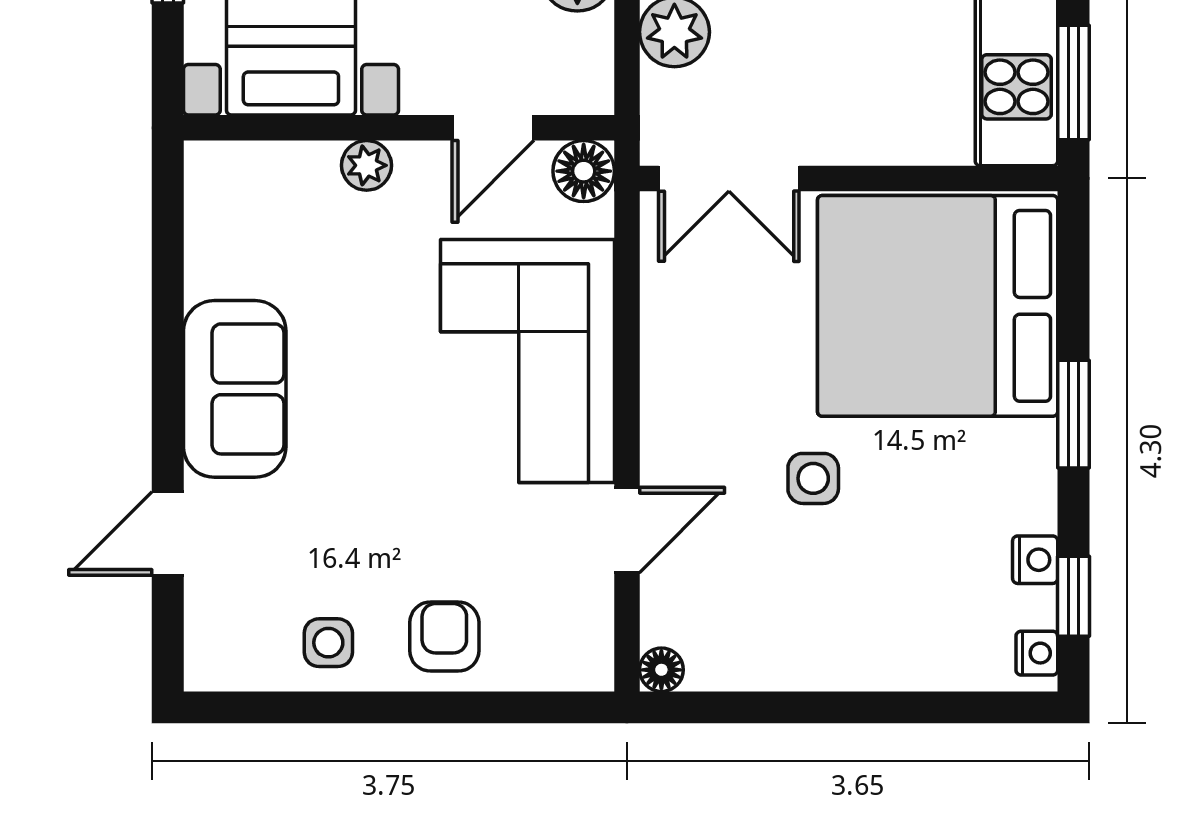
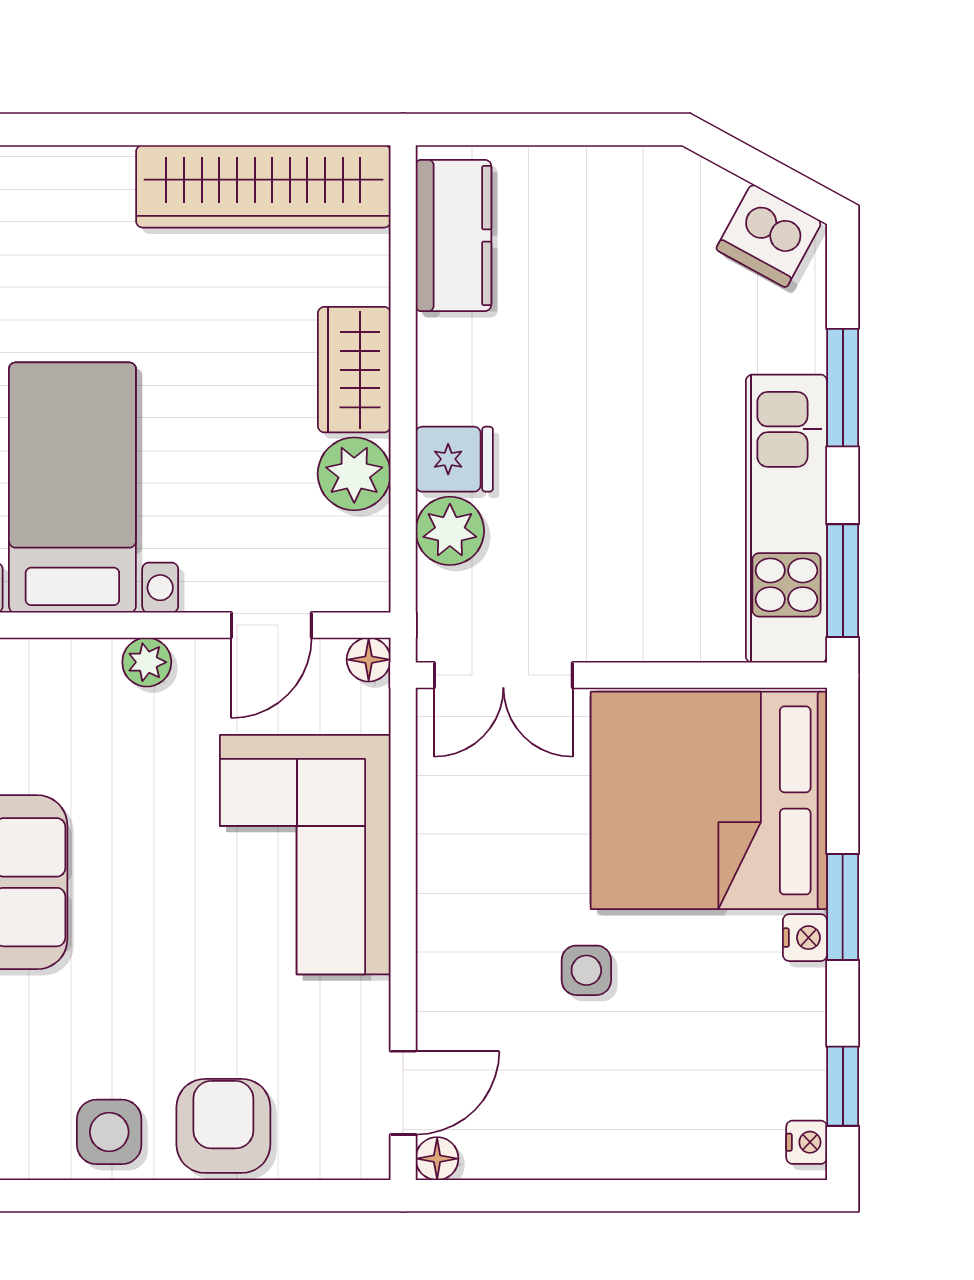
floor lamp: (584, 171) -> (369, 660), width x0.73, depth x0.73
door: (627, 530) -> (403, 1093), moved
nightstand: (1035, 560) -> (805, 938), moved
armchair: (444, 637) -> (223, 1126), width x1.38, depth x1.38
side table: (328, 643) -> (109, 1132), width x1.37, depth x1.37

